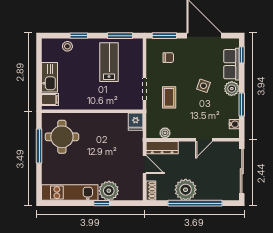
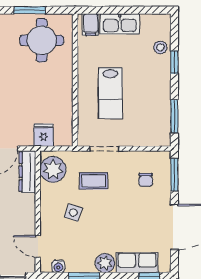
lab bench: (109, 62) -> (110, 93), moved, turned 90
side table: (203, 86) -> (73, 213), moved
fridge: (136, 122) -> (43, 135), moved, turned 90
plant: (165, 133) -> (53, 169), width x1.88, depth x1.88
door: (204, 140) -> (38, 246), moved
window: (39, 146) -> (30, 10), width x0.69

